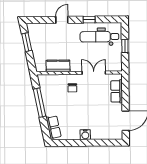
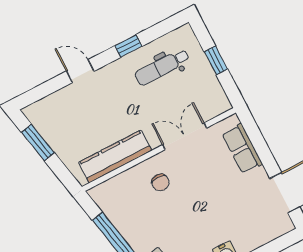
door: (62, 20) -> (80, 71), hinge flipped
dental chair: (99, 37) -> (162, 67), width x0.73, depth x0.72
kitchen counter: (58, 66) -> (115, 156), width x1.50

